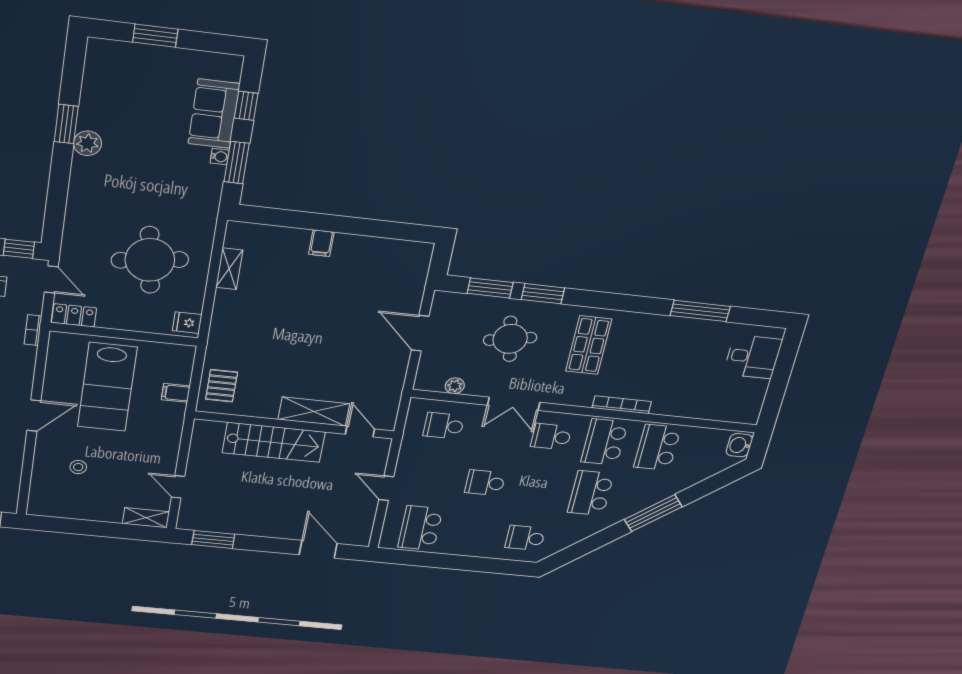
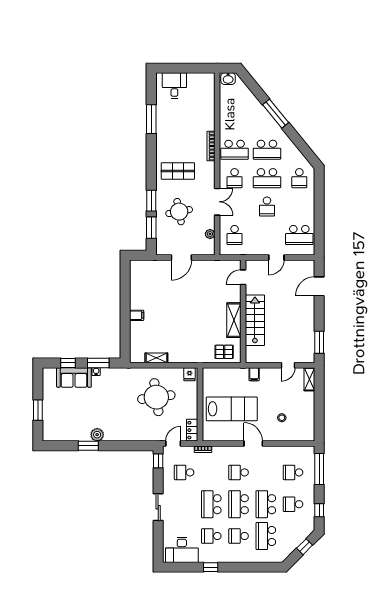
filing cabinet: (176, 393) -> (254, 374), moved
shelving: (314, 412) -> (234, 320), moved
school desk: (657, 447) -> (267, 178), moved

